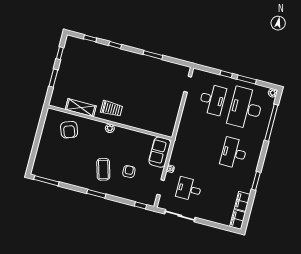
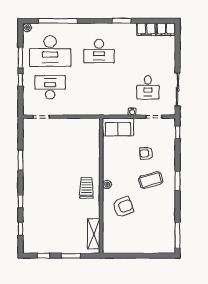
shelving: (81, 108) -> (94, 234), moved
armchair: (69, 130) -> (123, 207), moved

